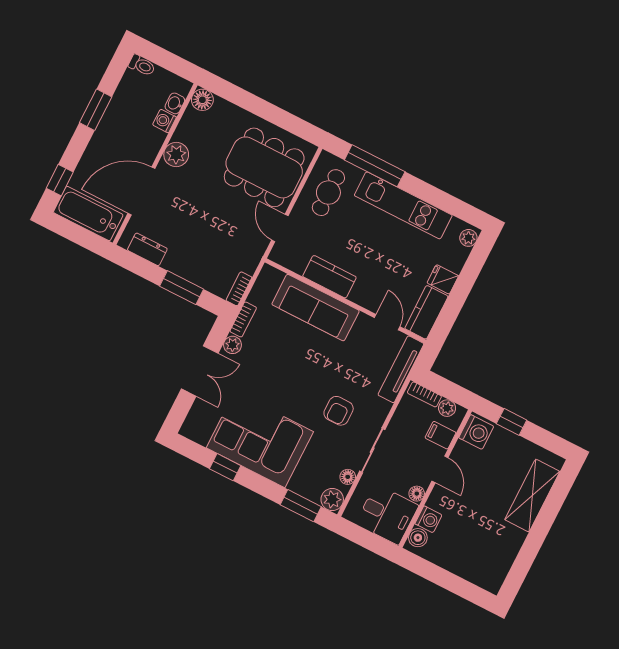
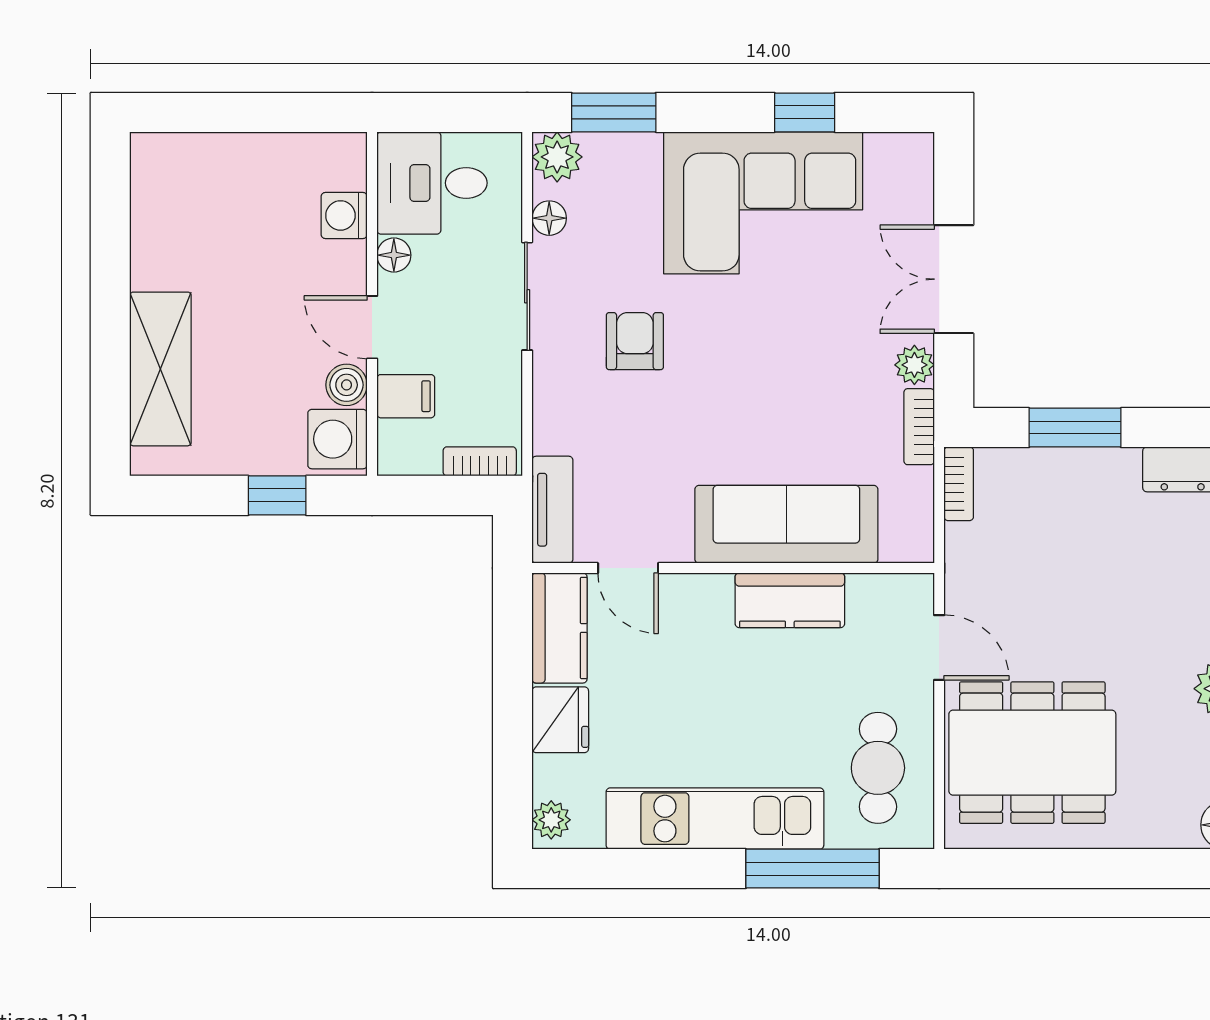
fridge: (443, 279) -> (560, 720), width x1.38
tv unit: (401, 369) -> (552, 510), width x0.71
plant: (447, 408) -> (420, 457), removed
boiler: (418, 538) -> (347, 385), moved

